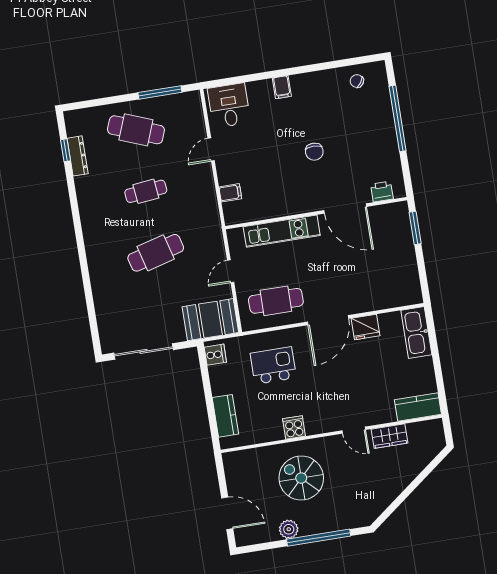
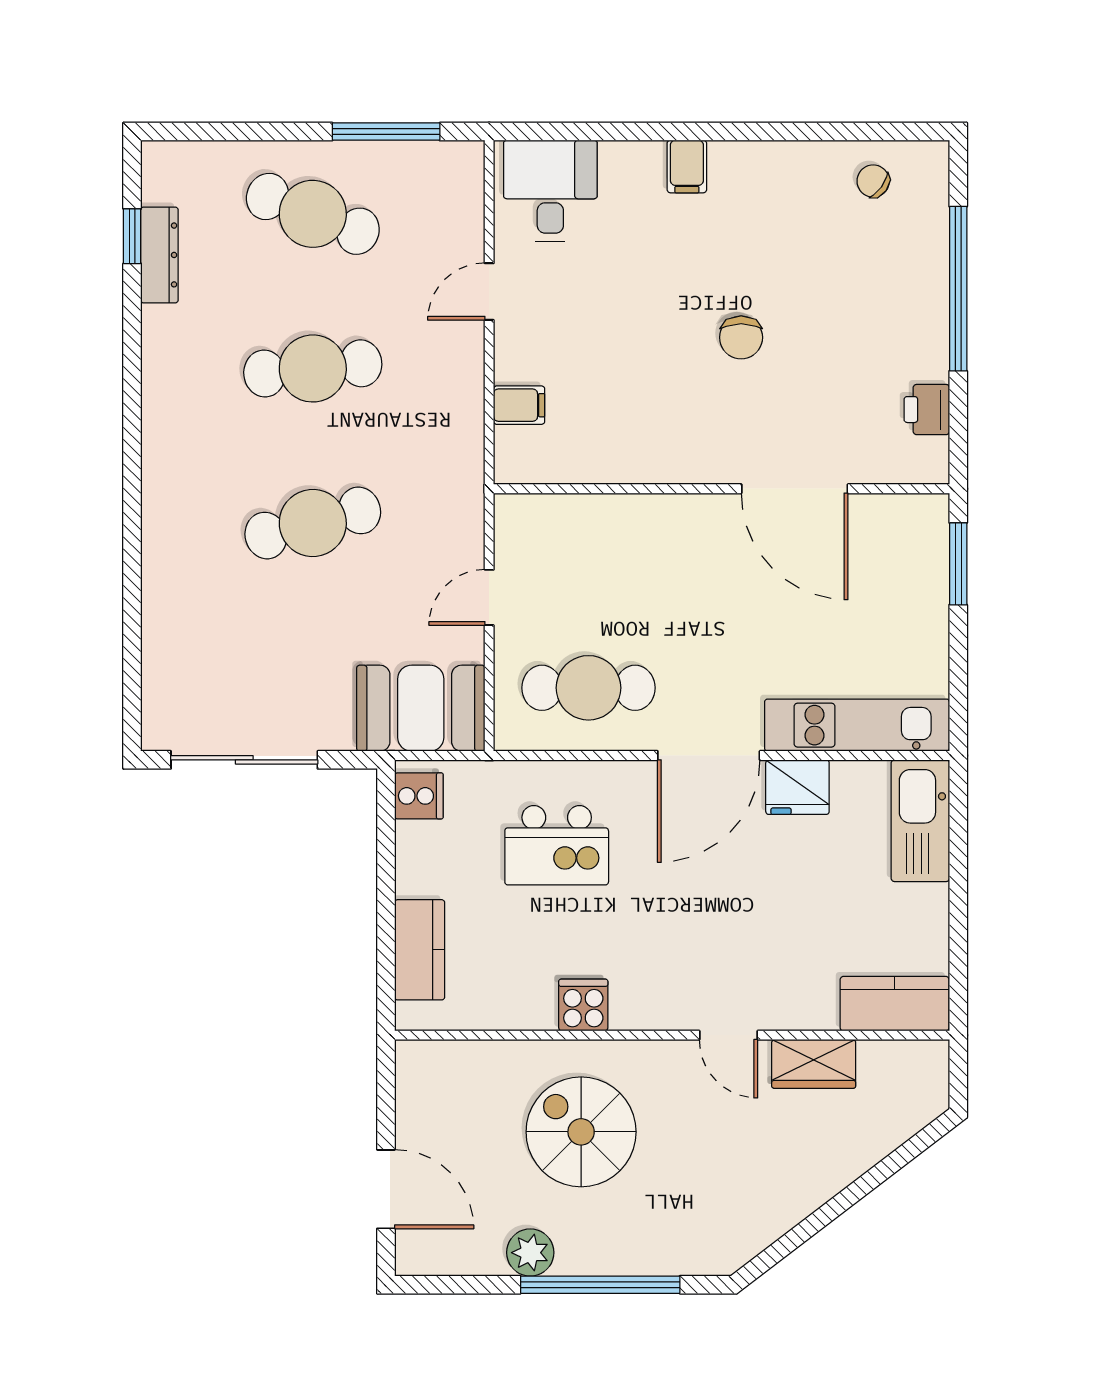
cafe table: (146, 191) -> (313, 368), width x1.37, depth x1.35
printer: (382, 192) -> (927, 410), moved, turned -90
kitchen unit: (282, 231) -> (857, 725), moved, turned 180
kitchen island: (273, 366) -> (557, 845), turned 180

